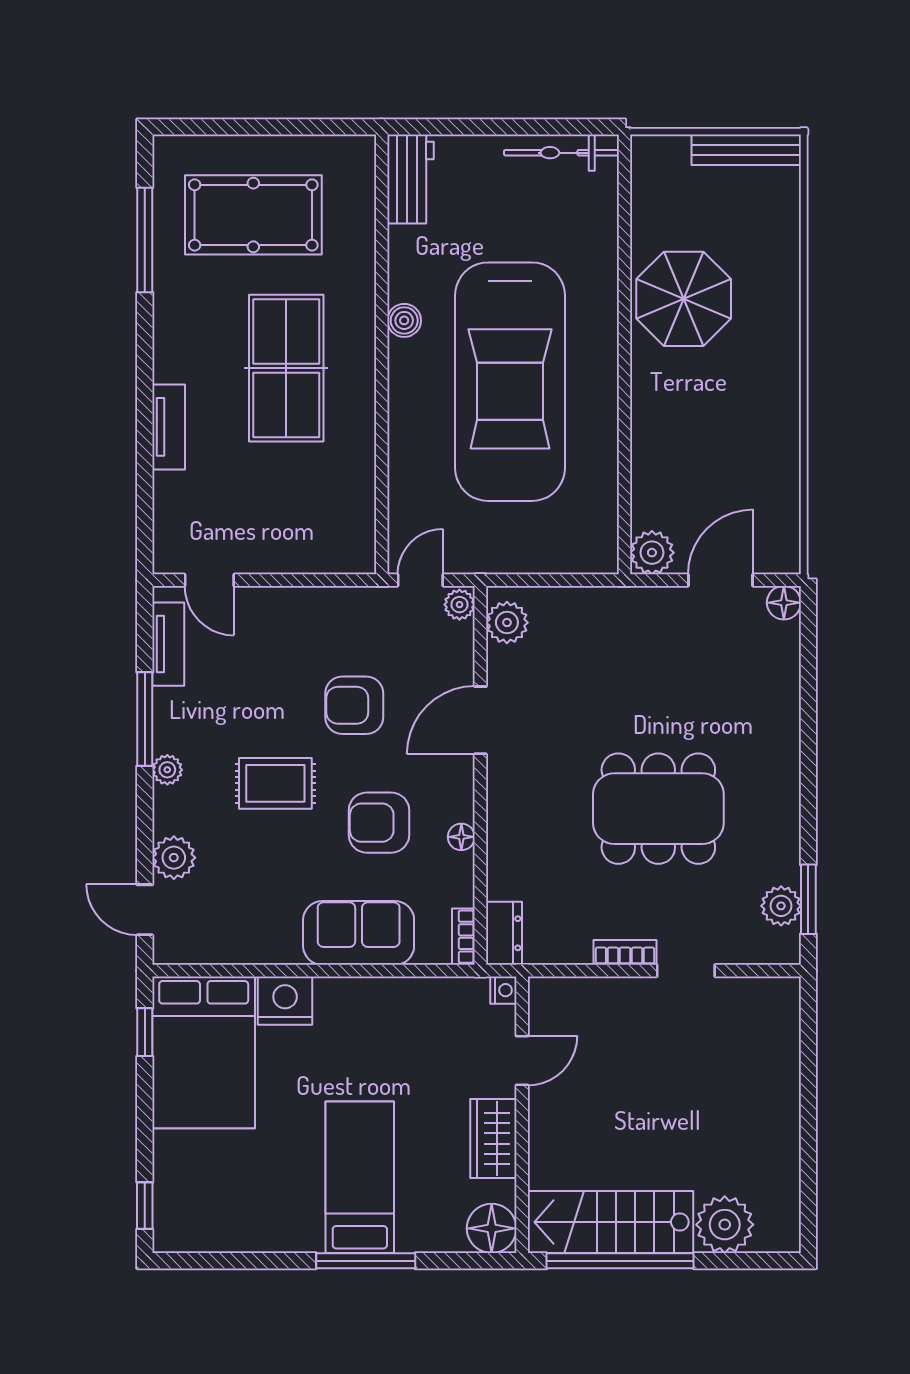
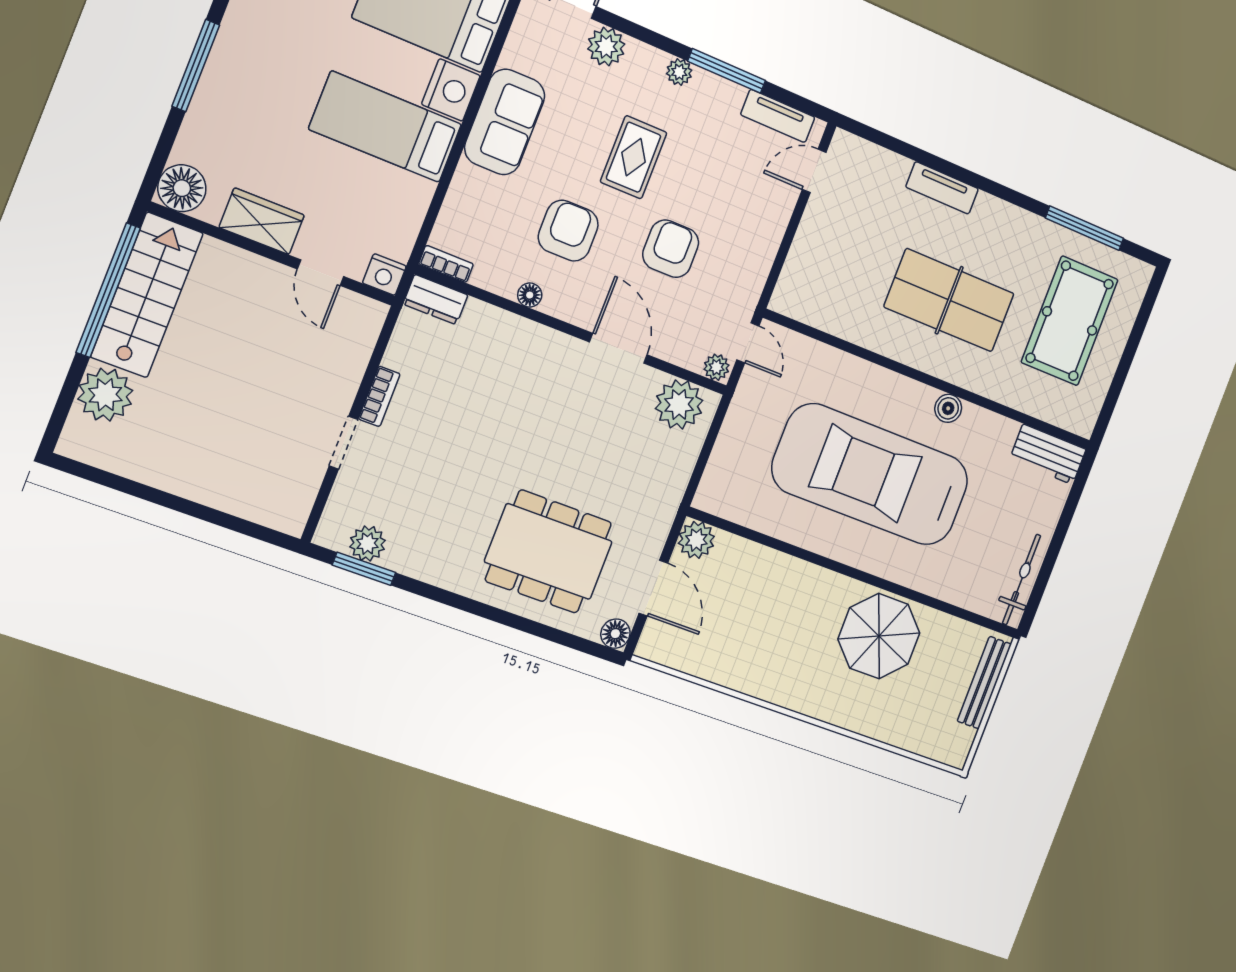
bench: (746, 150) -> (984, 683), moved
plant: (507, 623) -> (679, 405), width x1.36, depth x1.36
dining table: (658, 809) -> (548, 552), moved, turned 90
sofa: (359, 933) -> (505, 122), moved
nightstand: (503, 990) -> (384, 275), width x1.39, depth x1.35
bed: (360, 1177) -> (385, 127), moved, turned 180

